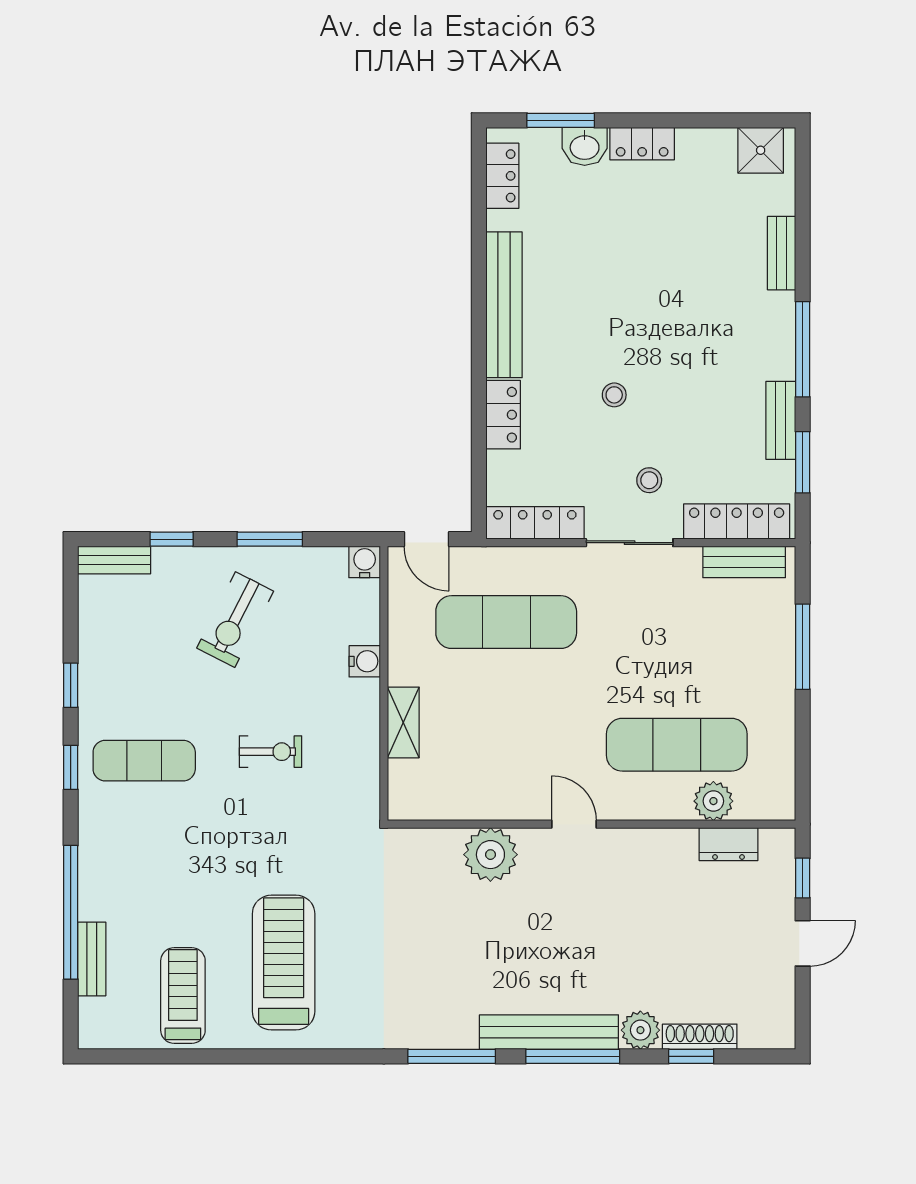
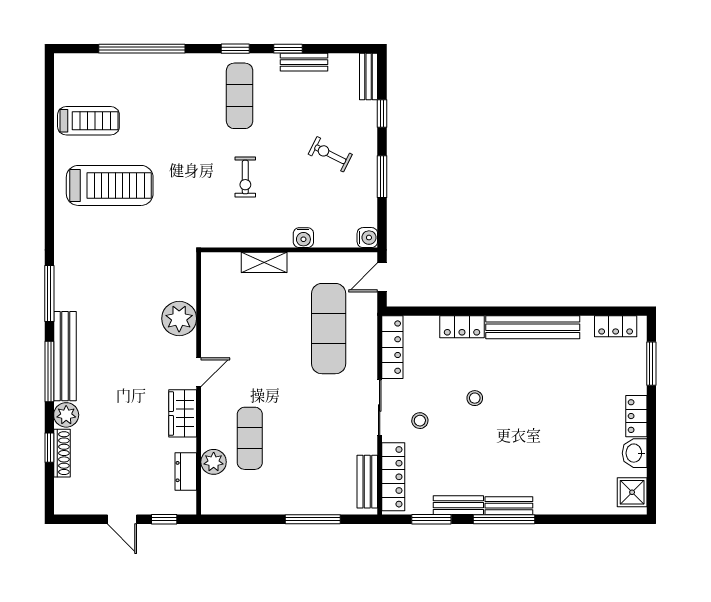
washbasin: (585, 146) -> (635, 453), moved
bench: (782, 253) -> (509, 506), moved
exercise bike: (235, 620) -> (330, 154), width x0.73, depth x0.72
exercise mat: (677, 745) -> (250, 438), width x0.73, depth x0.69
wardrobe: (638, 849) -> (183, 413), added
bench: (92, 959) -> (304, 62), moved

